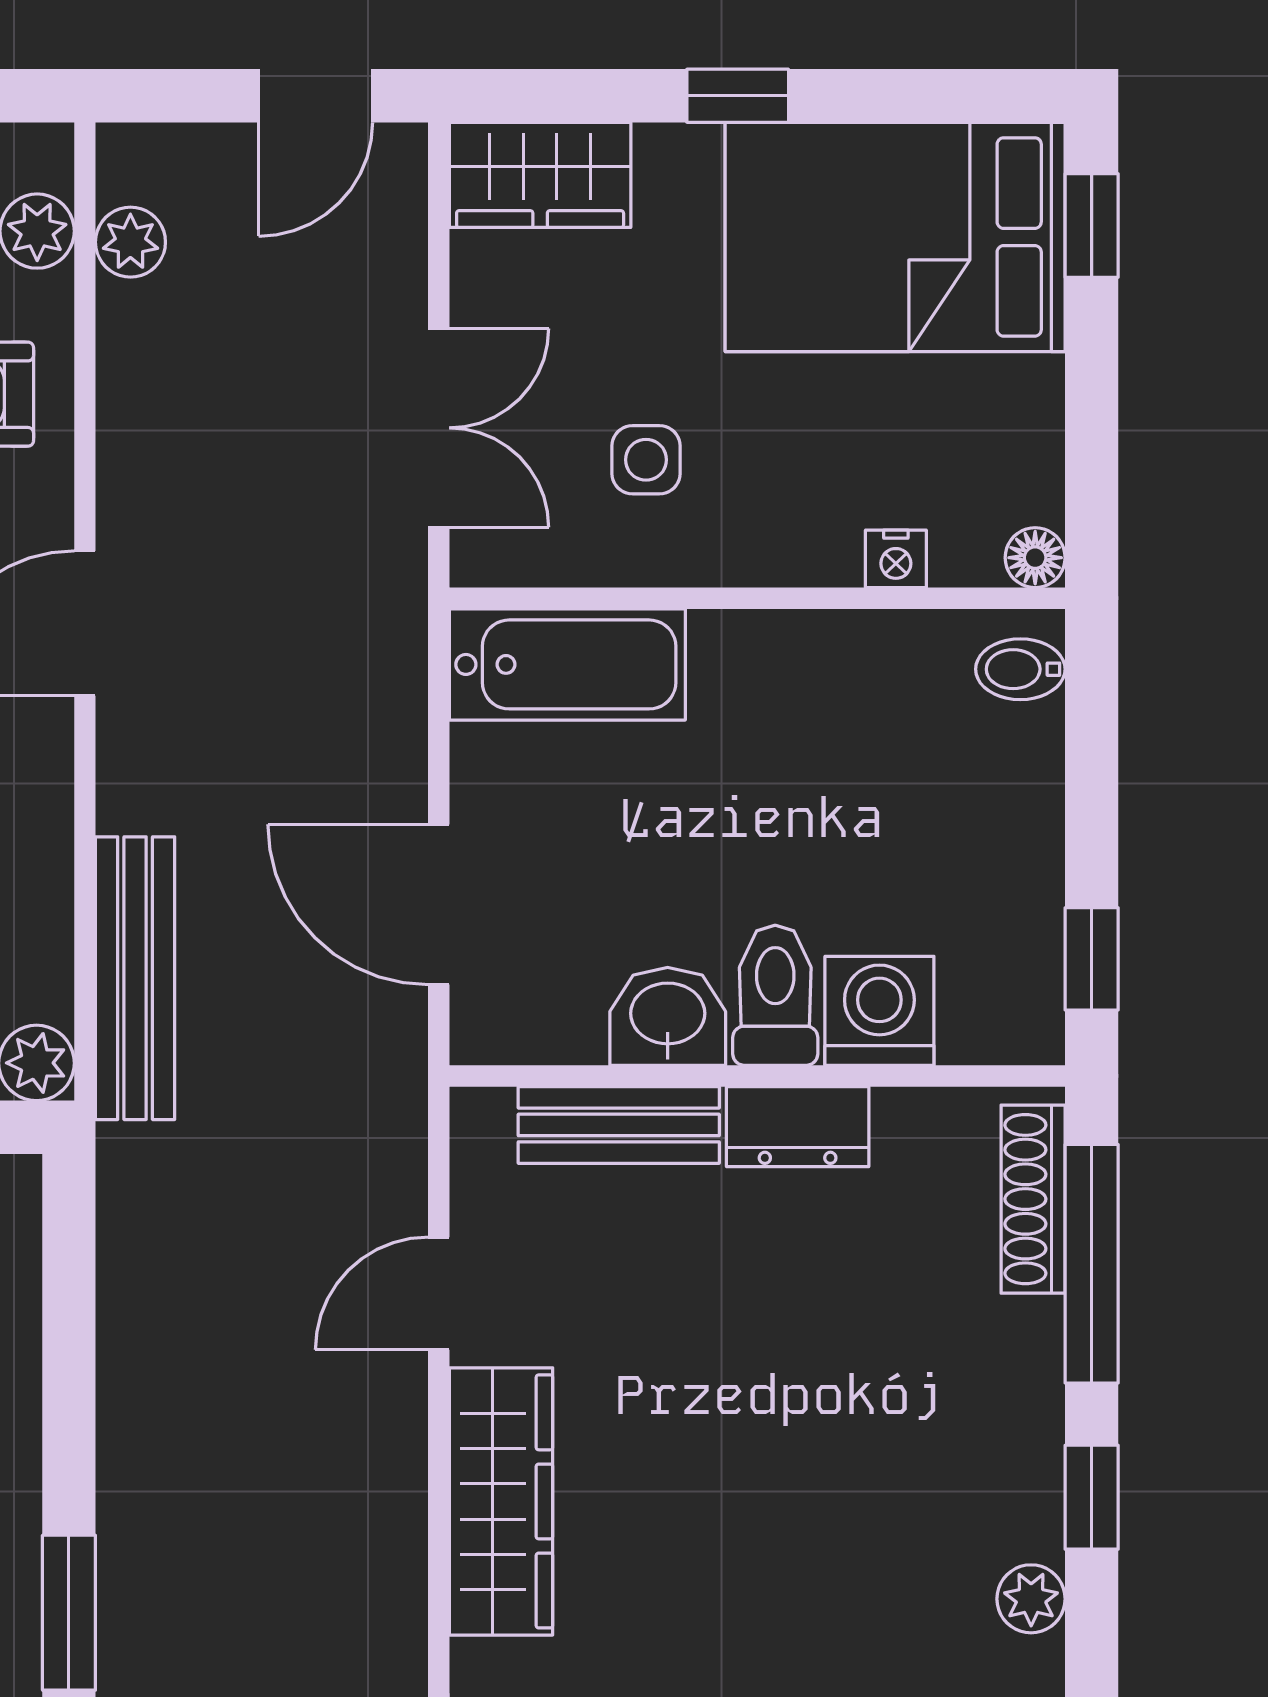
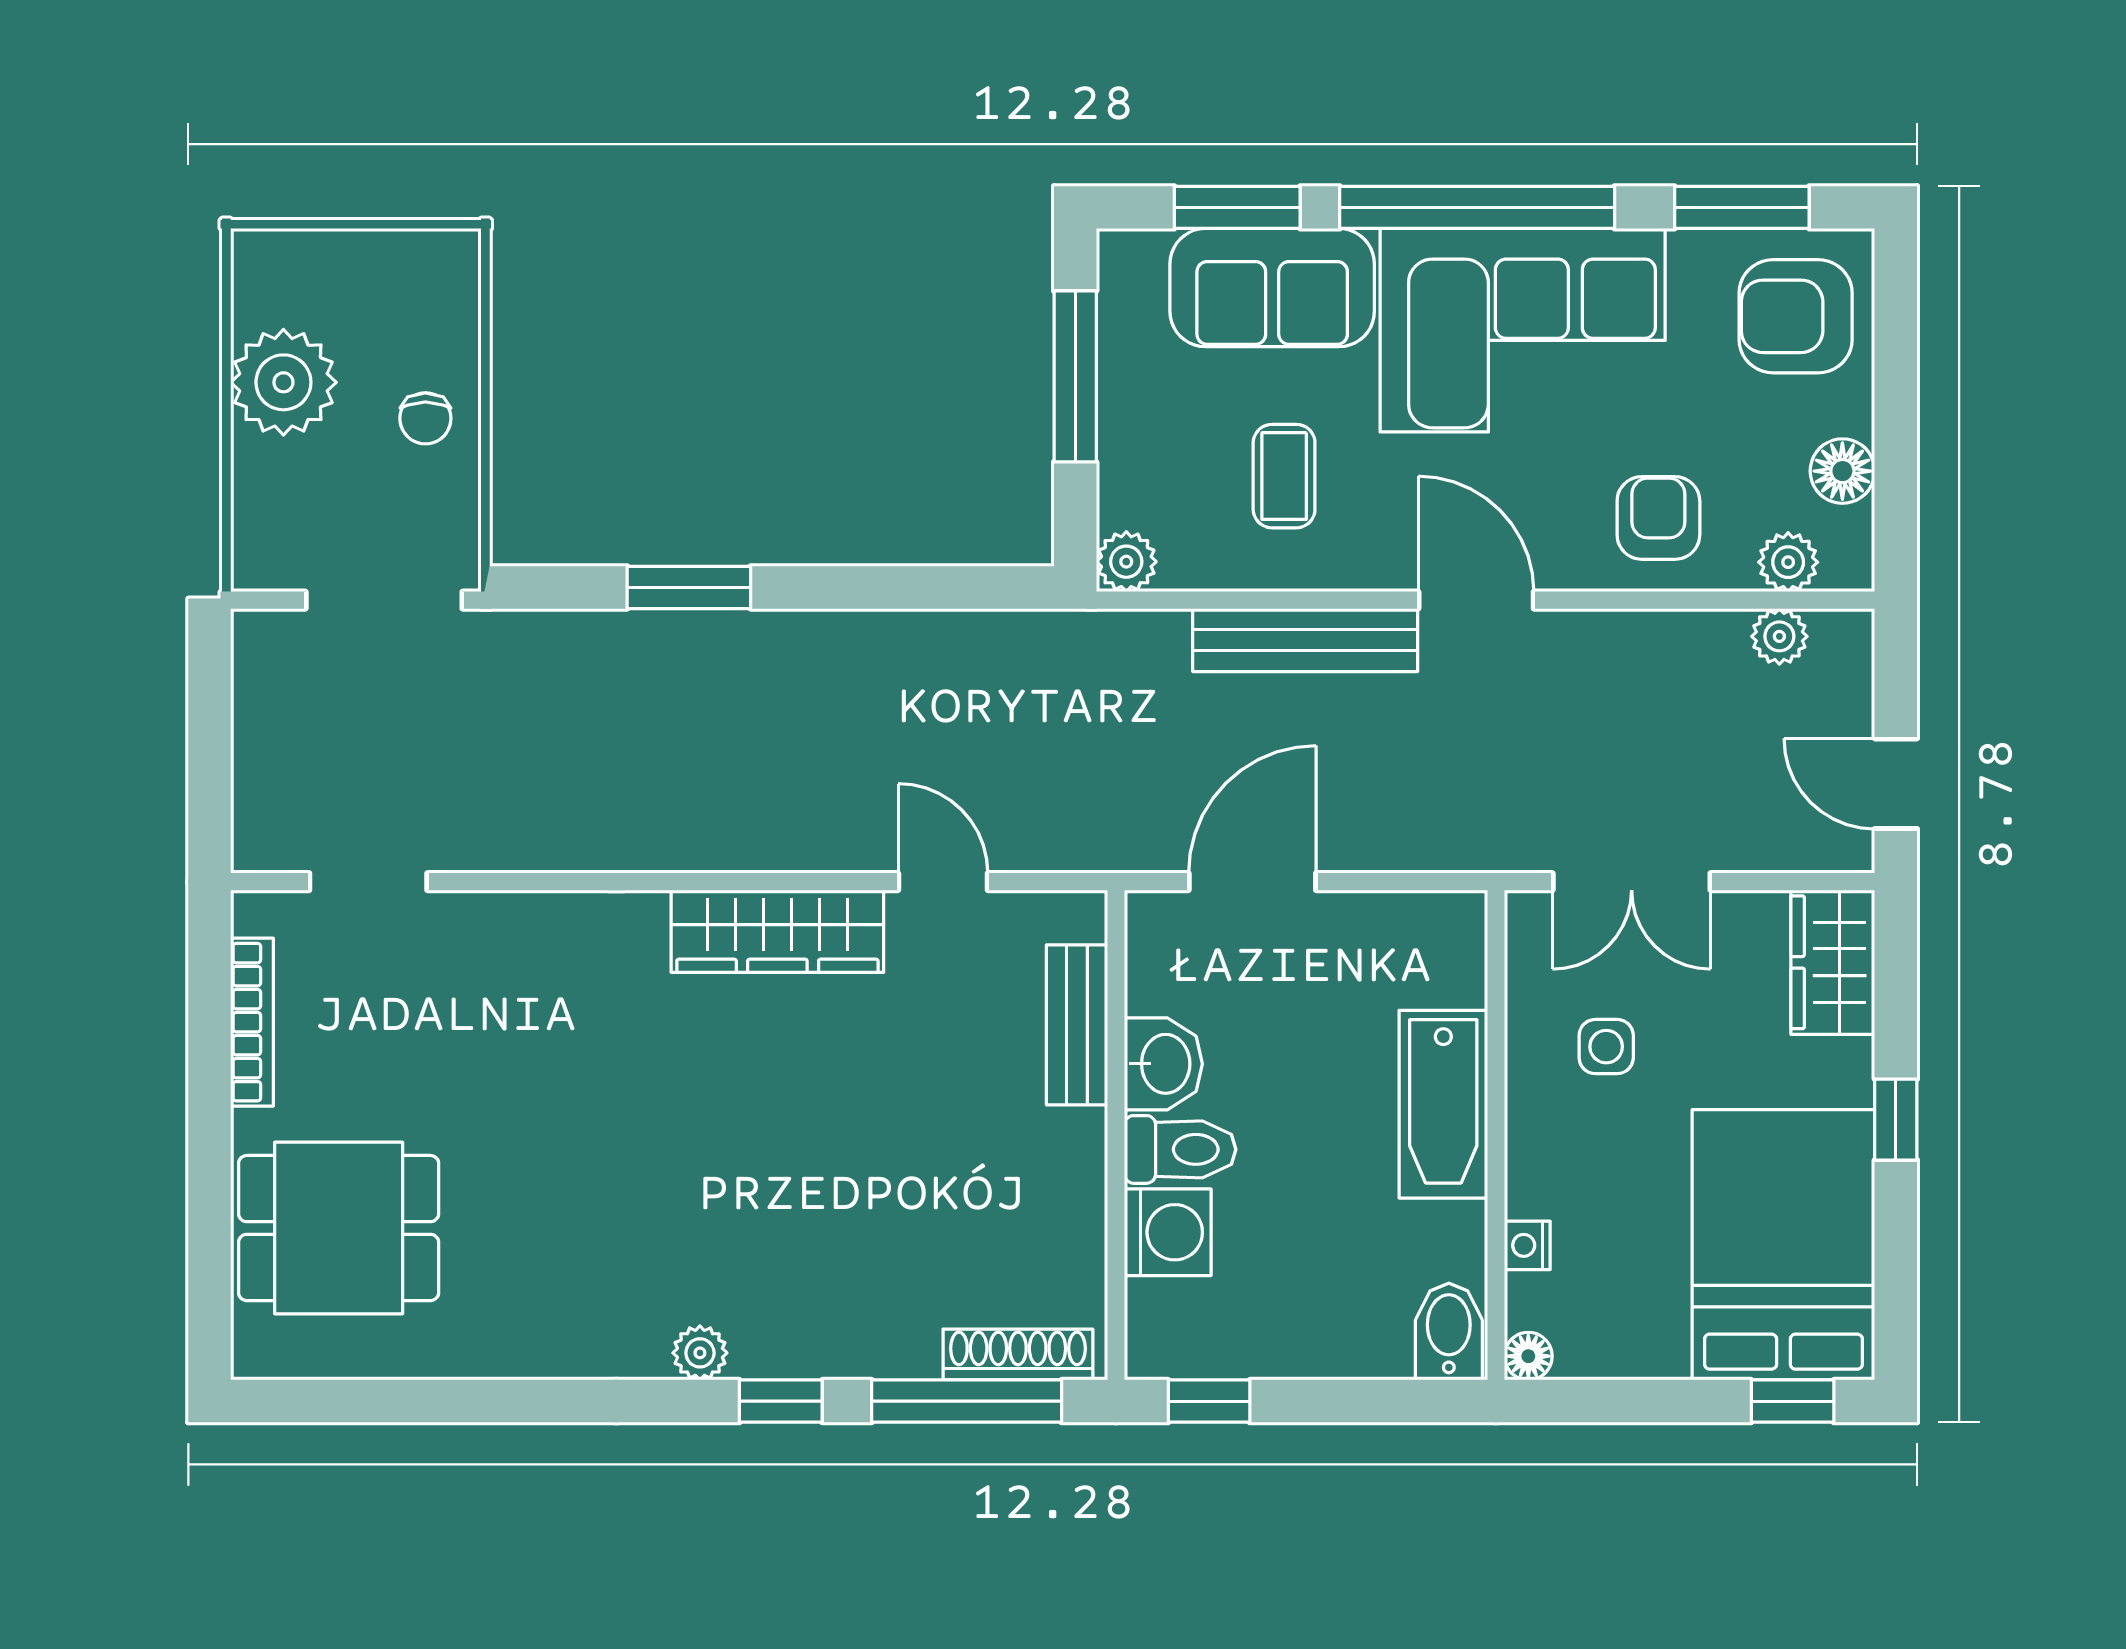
bathtub: (567, 664) -> (1443, 1104), moved
bidet: (1020, 669) -> (1449, 1332), width x1.38, depth x1.36
bench: (135, 978) -> (1305, 640), moved
dresser: (798, 1127) -> (1076, 1167), removed

